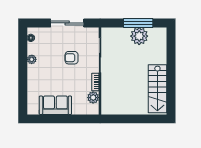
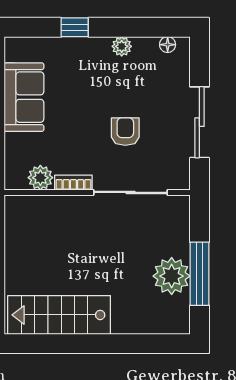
window: (23, 81) -> (75, 27), added

